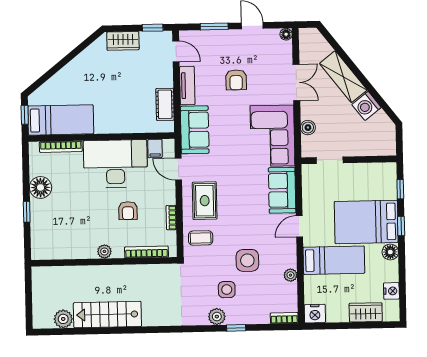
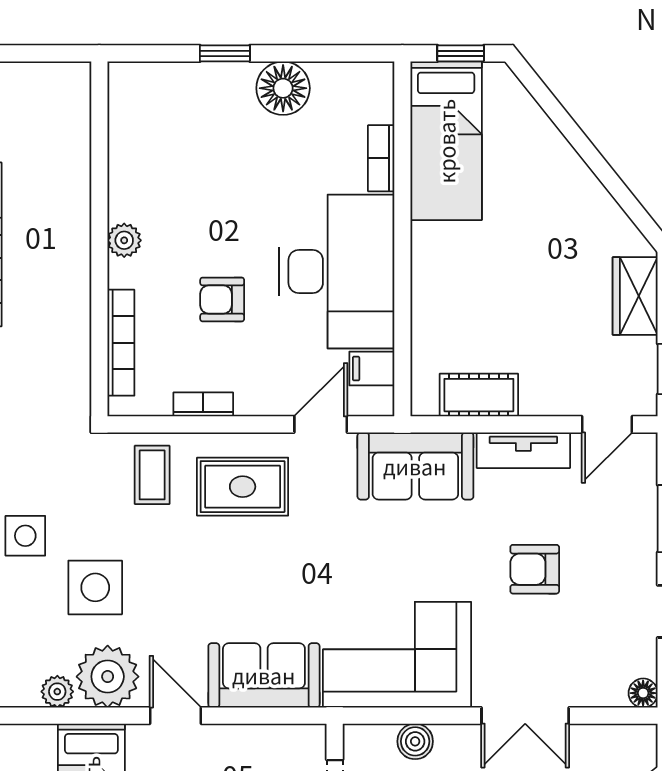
bookcase: (61, 147) -> (381, 158), width x0.64
plant: (284, 255) -> (108, 677), added

